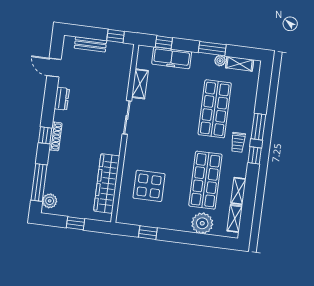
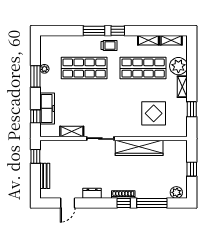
shelving: (240, 64) -> (182, 87), moved
window: (39, 182) -> (152, 203), moved
wardrobe: (107, 183) -> (139, 148), moved

